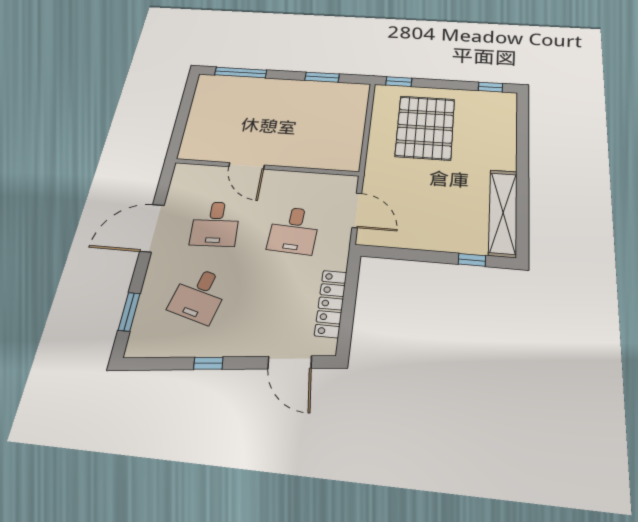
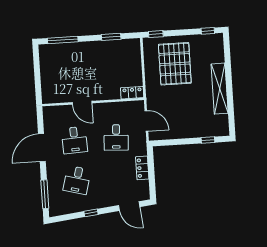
locker: (340, 162) -> (132, 93), added
shelving: (503, 213) -> (220, 89), moved
locker: (331, 304) -> (142, 168), width x0.66
window: (129, 312) -> (45, 194), width x1.44

